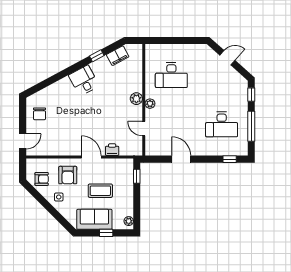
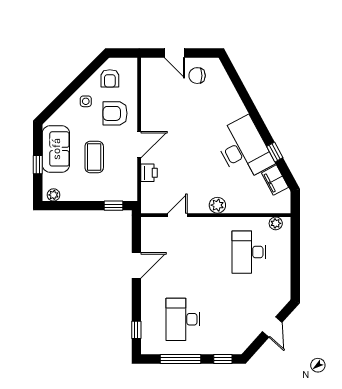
desk: (84, 80) -> (244, 149), width x1.87, depth x1.30
plant: (150, 104) -> (276, 223), moved
door: (23, 141) -> (175, 53), moved

